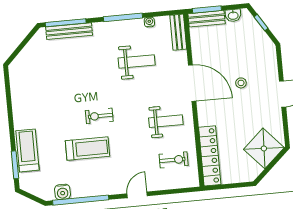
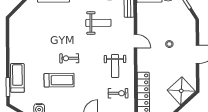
door: (192, 83) -> (136, 41), width x0.53
weight bench: (166, 121) -> (115, 66), turned 90

